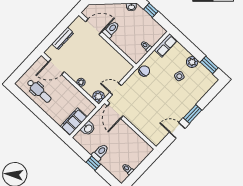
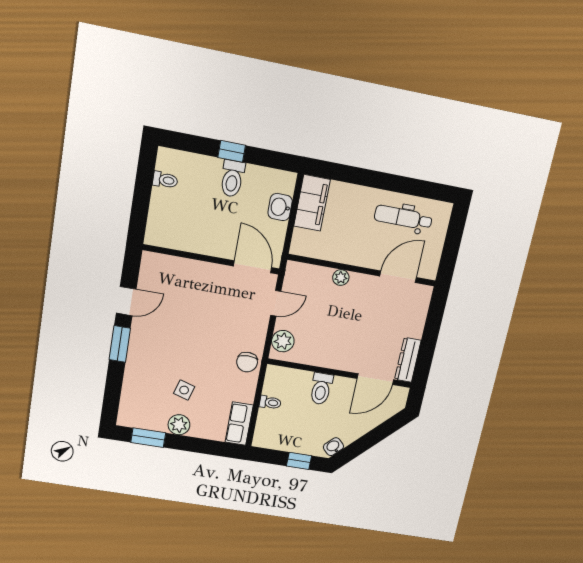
toilet: (111, 30) -> (321, 389), moved
dresser: (63, 38) -> (408, 360), moved
plant: (99, 96) -> (283, 341), moved

